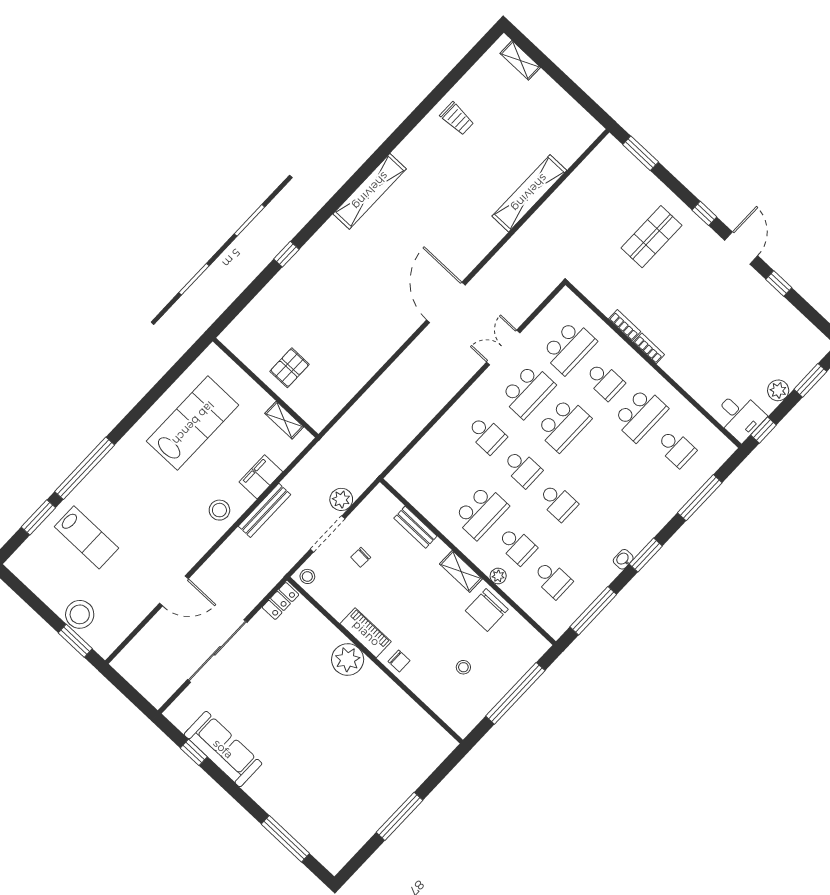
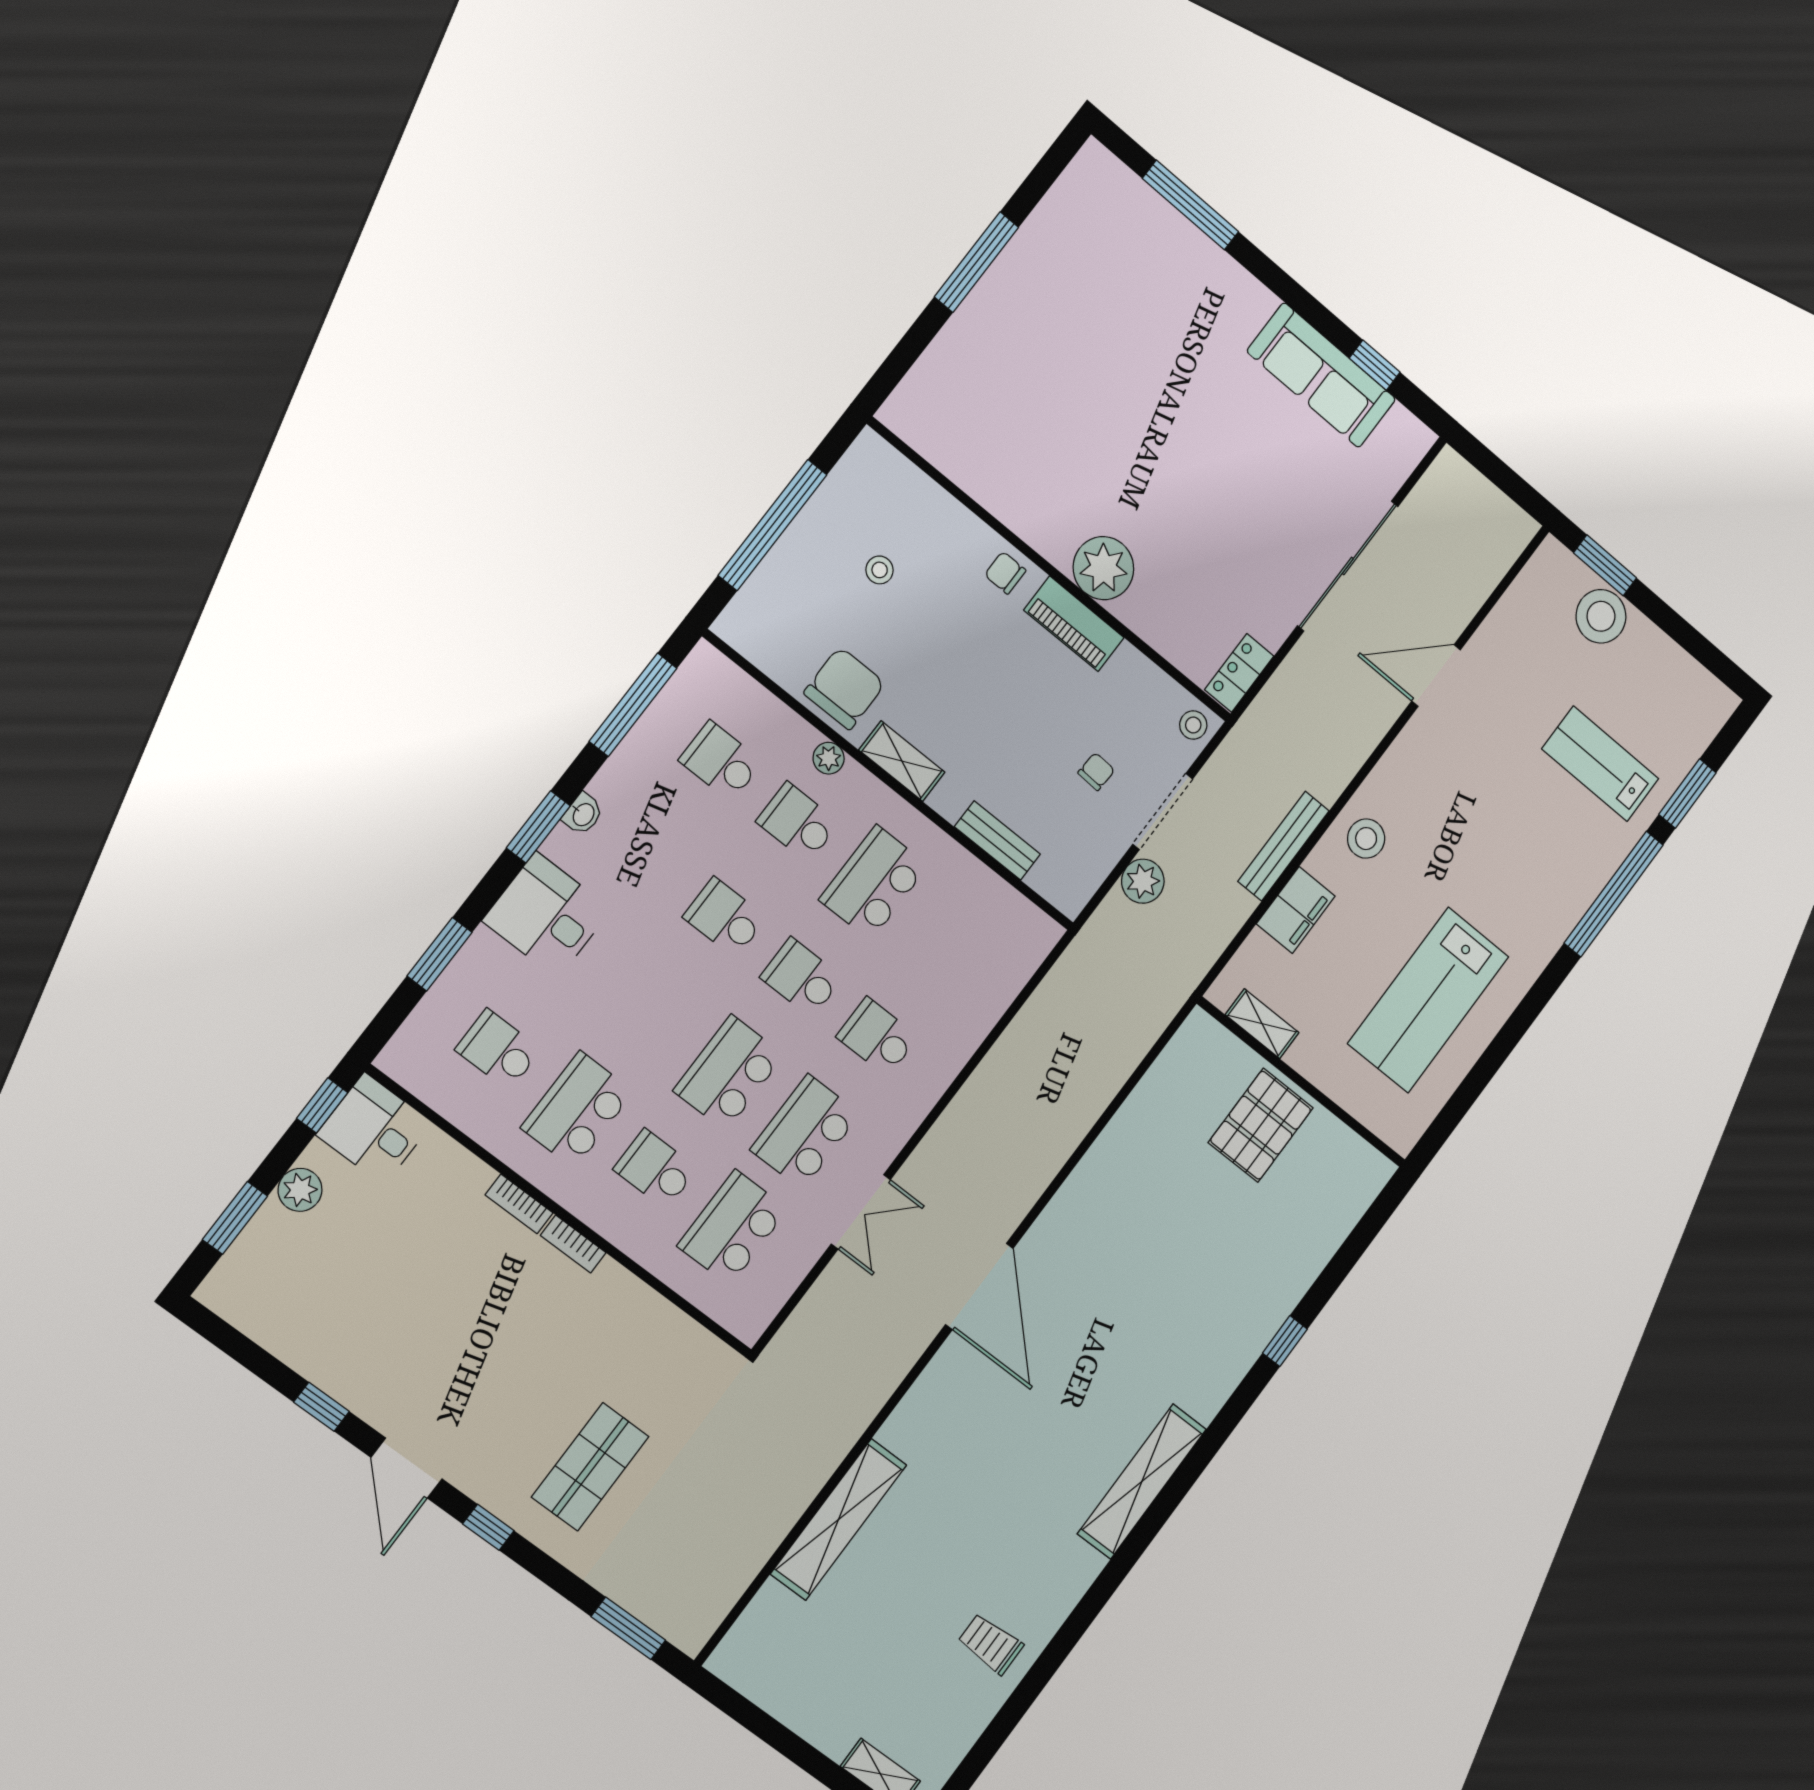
bookcase: (625, 325) -> (519, 1204), moved
pallet: (290, 368) -> (1261, 1125), width x1.50, depth x1.42
window: (700, 498) -> (440, 954), width x0.69
desk: (646, 512) -> (547, 915), added

